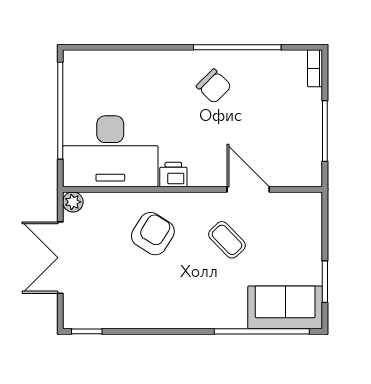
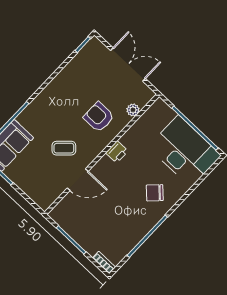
chair: (214, 86) -> (155, 193), moved
desk: (110, 151) -> (185, 151), moved, turned 90
plant: (73, 202) -> (133, 110), moved
armchair: (153, 234) -> (99, 117), turned 148

